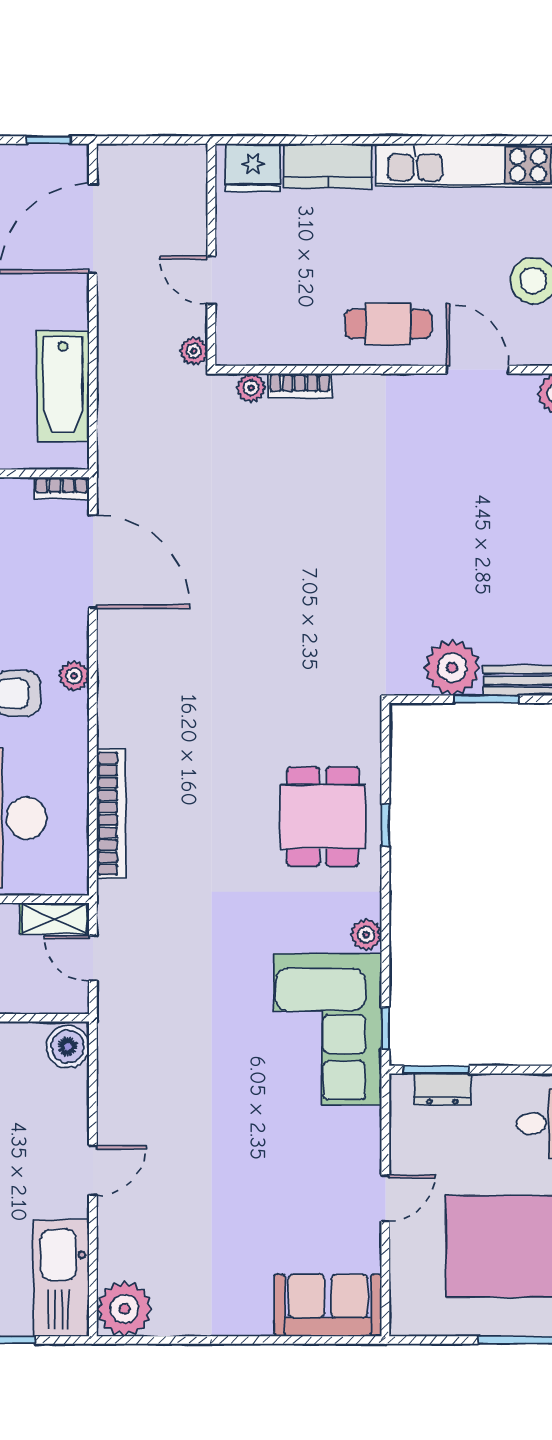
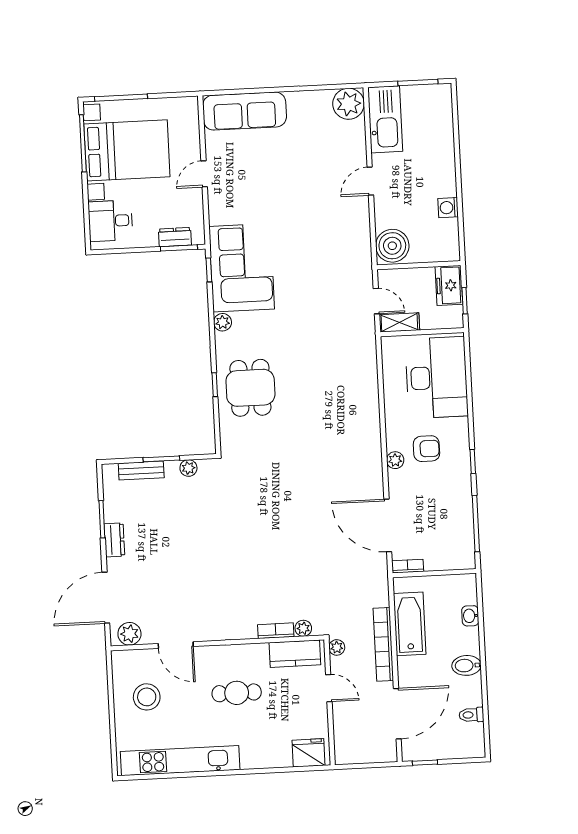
kitchen counter: (328, 166) -> (295, 654), moved, turned 180
cafe table: (388, 324) -> (237, 693), moved
plant: (452, 668) -> (188, 468), width x0.53, depth x0.53
bookcase: (111, 814) -> (383, 644), moved
boiler: (68, 1047) -> (392, 246), width x1.37, depth x1.37
sofa: (328, 1305) -> (245, 111), width x1.36

